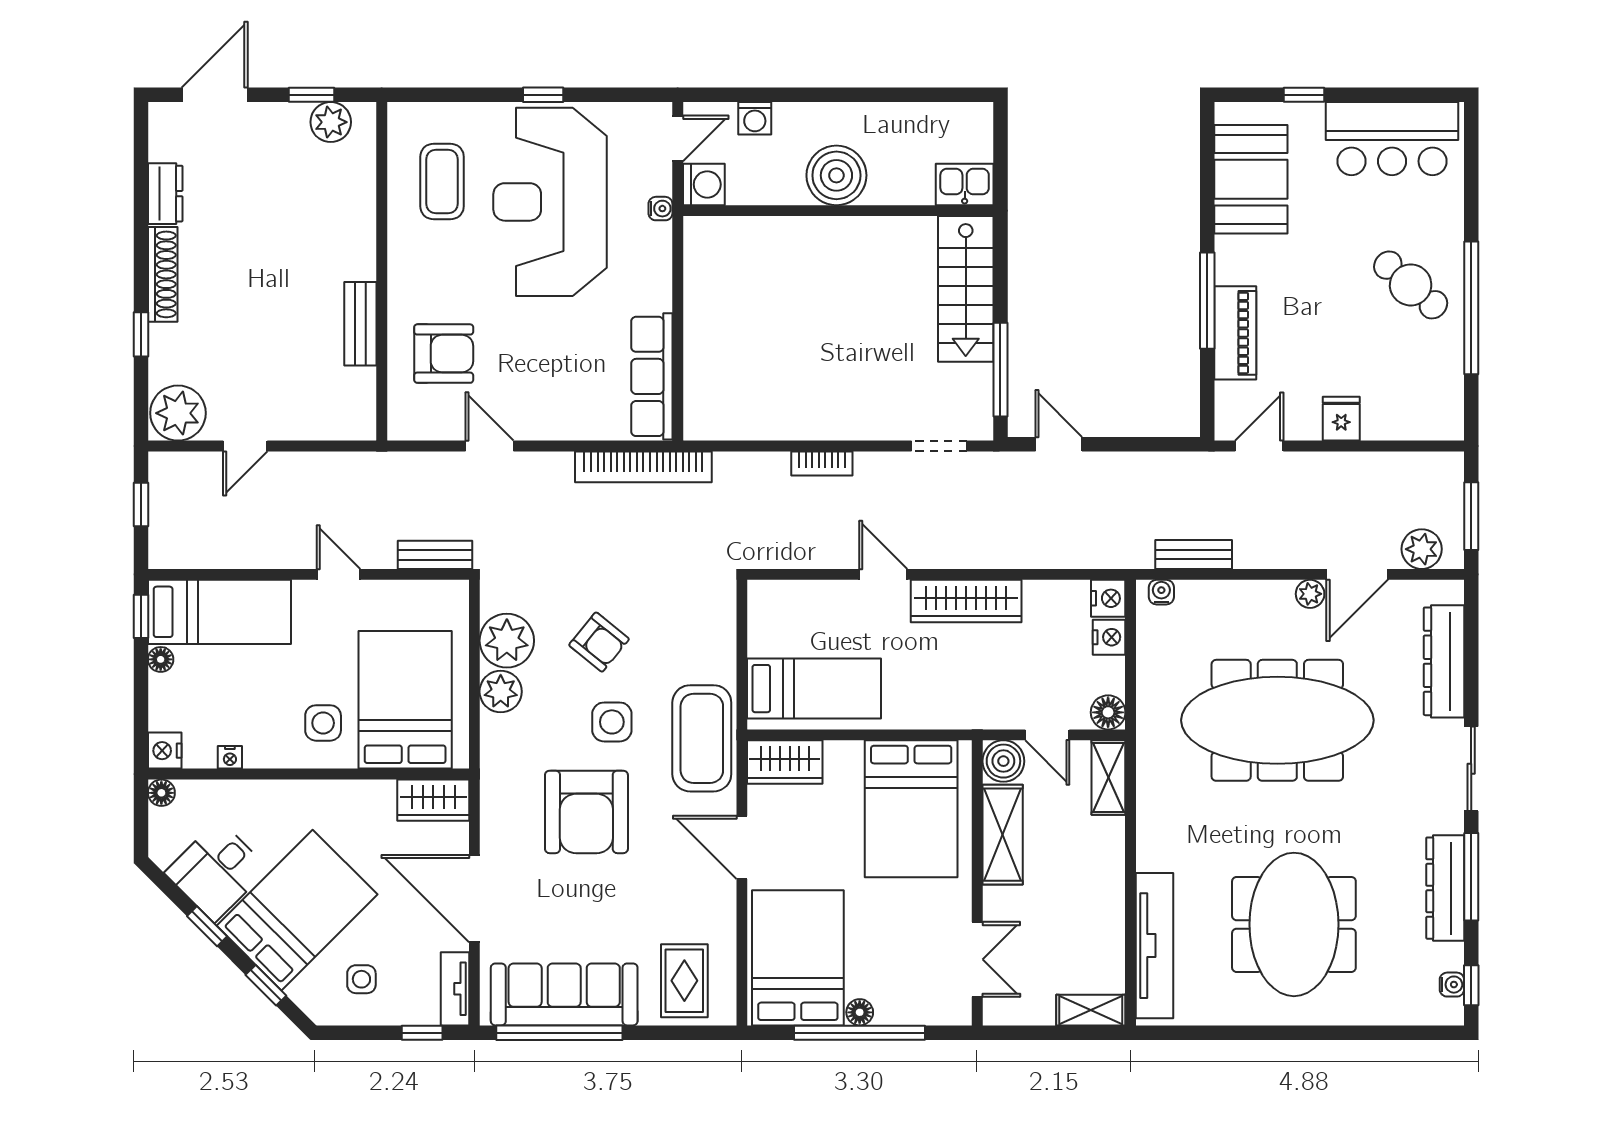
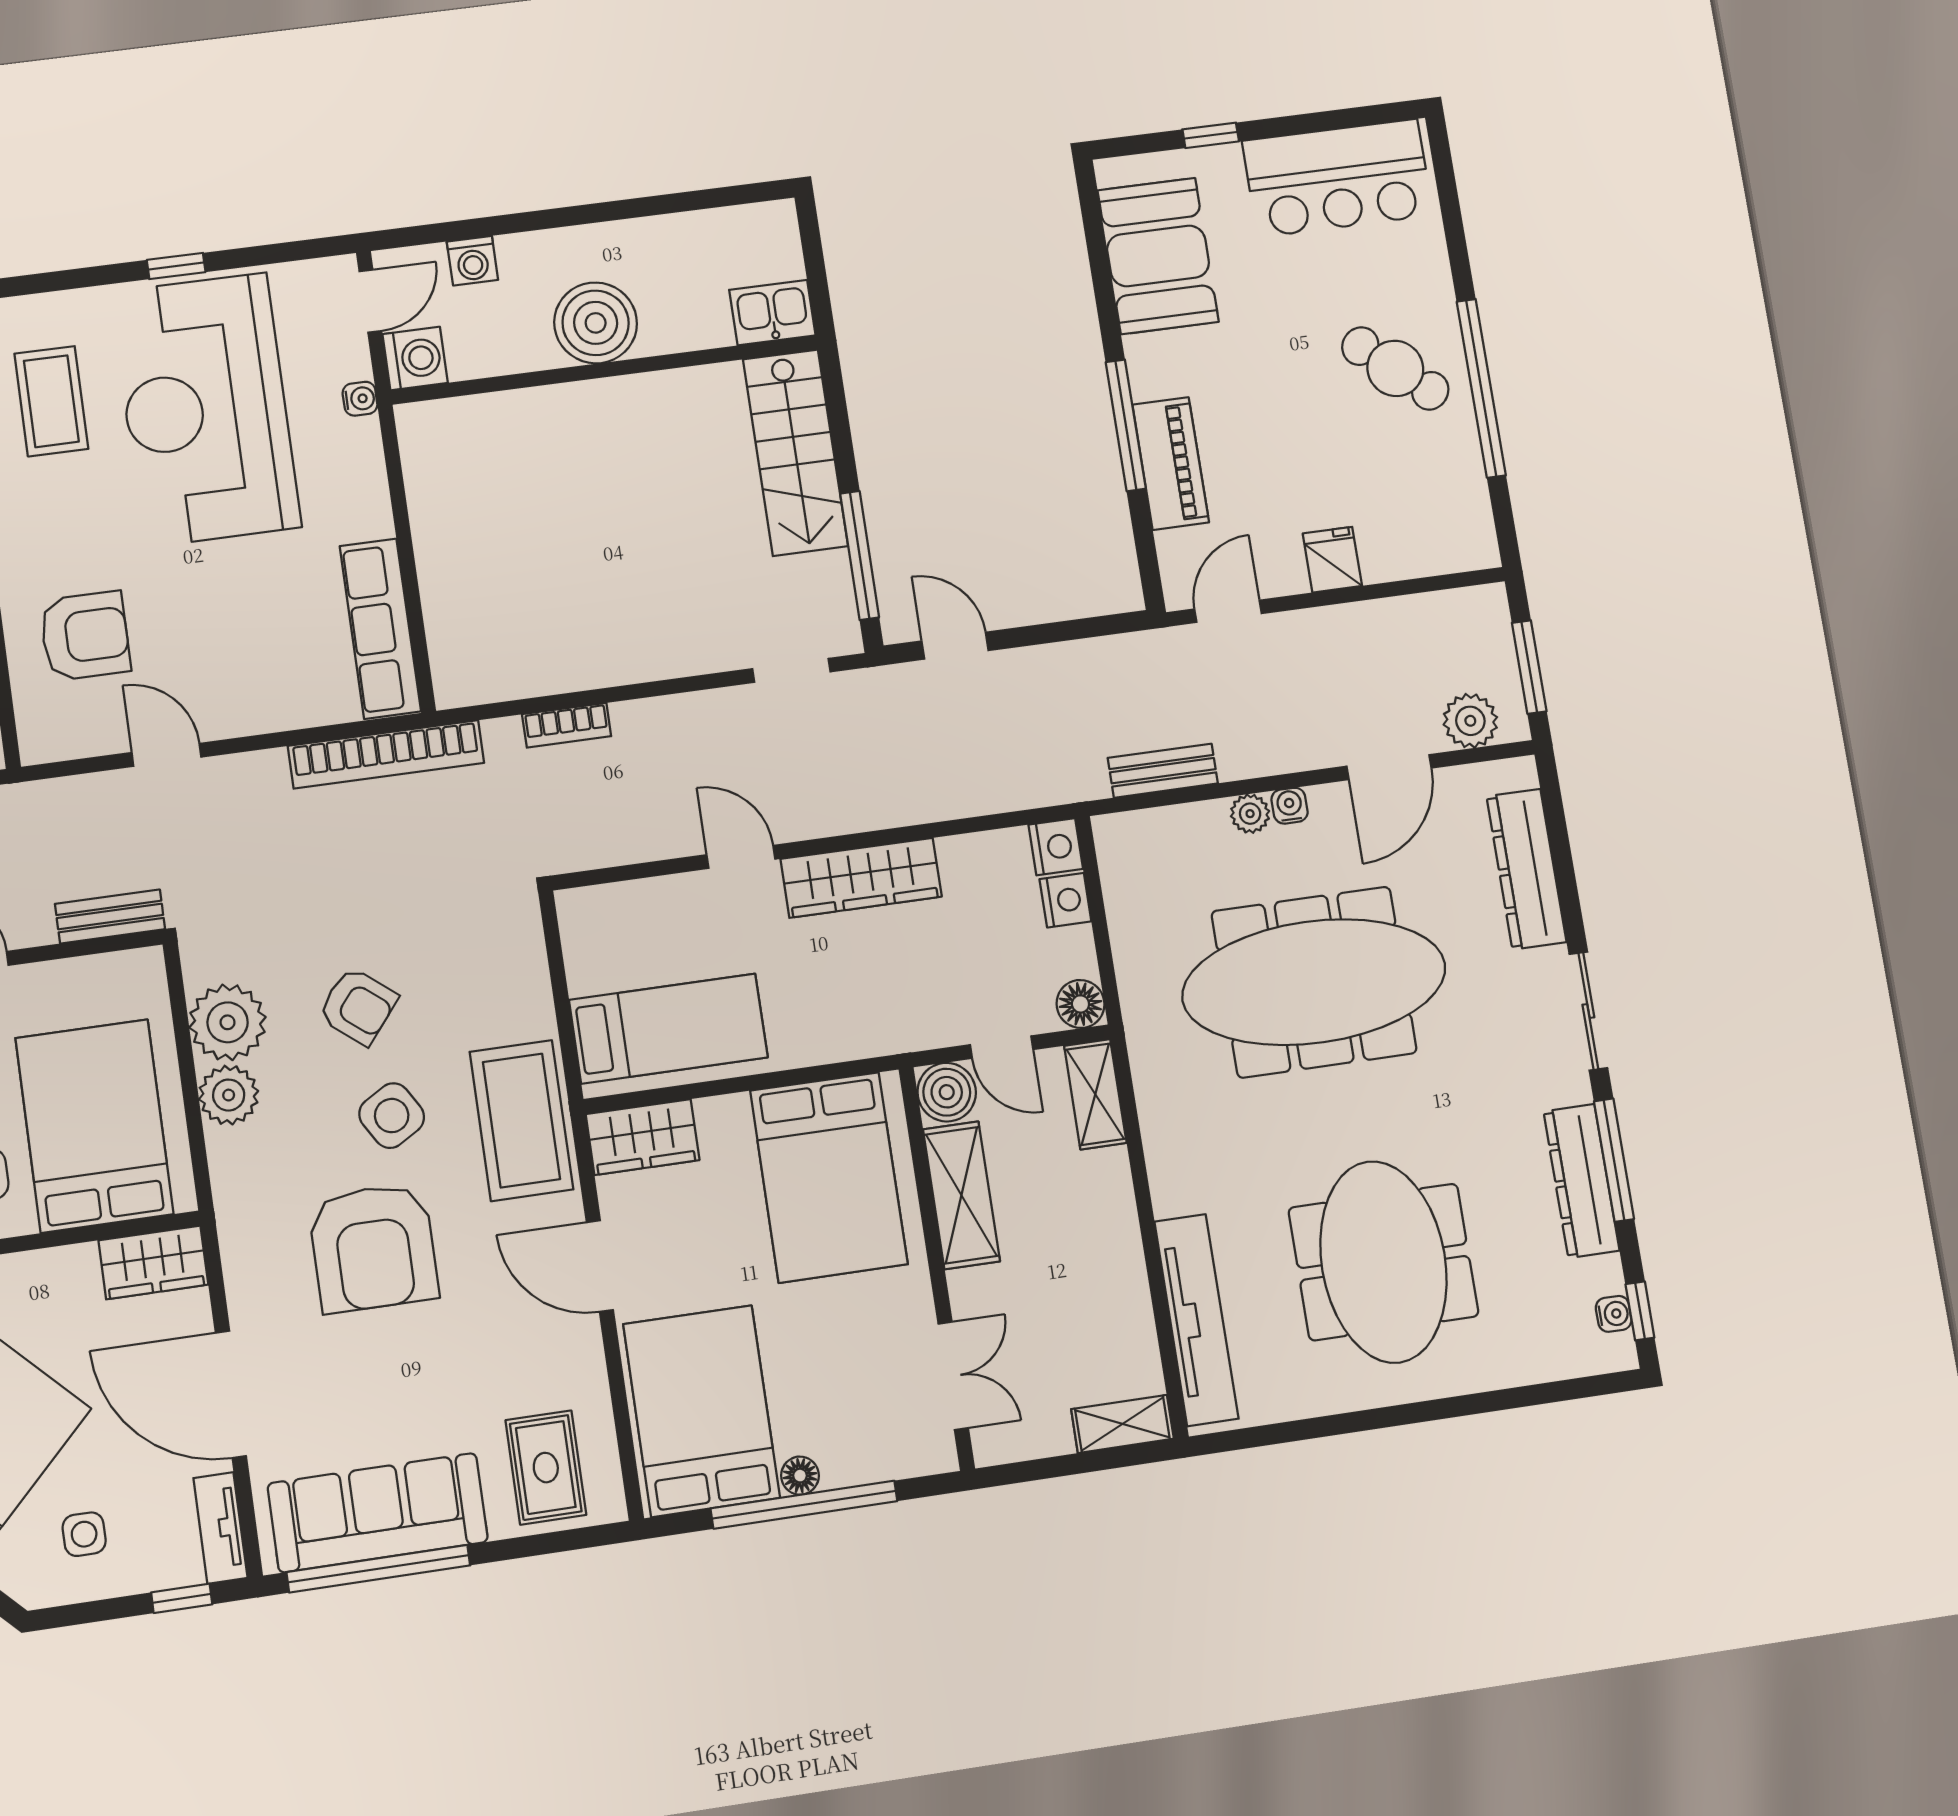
bookcase: (822, 464) -> (567, 725), moved
water cooler: (1161, 592) -> (1290, 806), moved
plant: (1310, 594) -> (1250, 814), moved
side table: (612, 722) -> (392, 1116), turned -31

